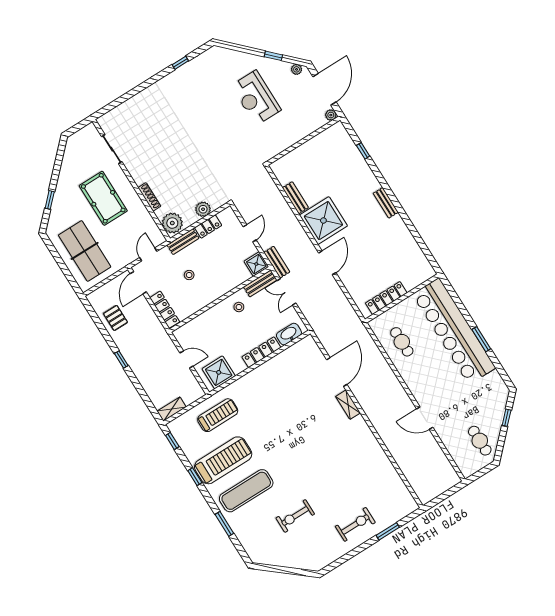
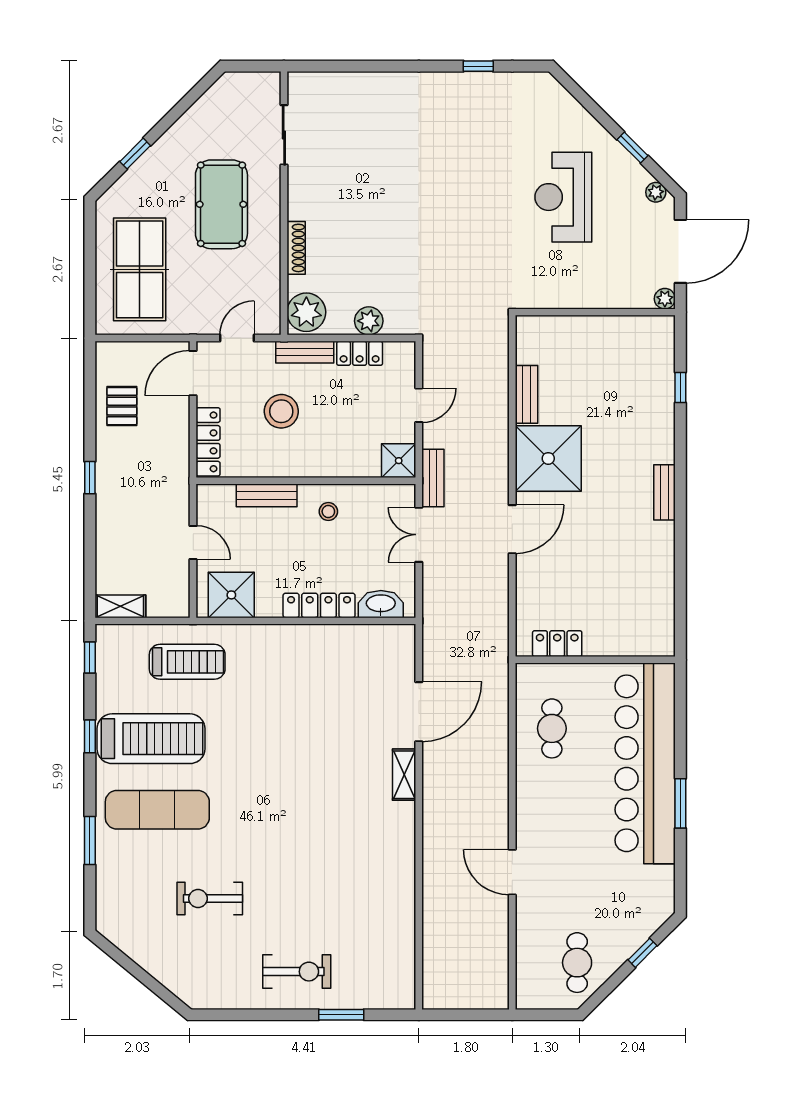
stool: (189, 275) -> (281, 411), width x1.89, depth x1.89
bench: (260, 283) -> (267, 495), moved
locker: (386, 298) -> (557, 644), width x0.66

